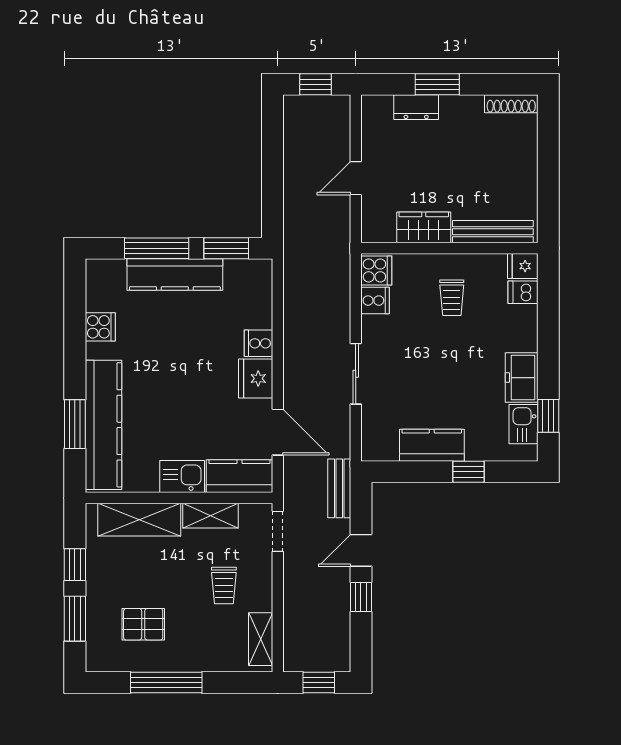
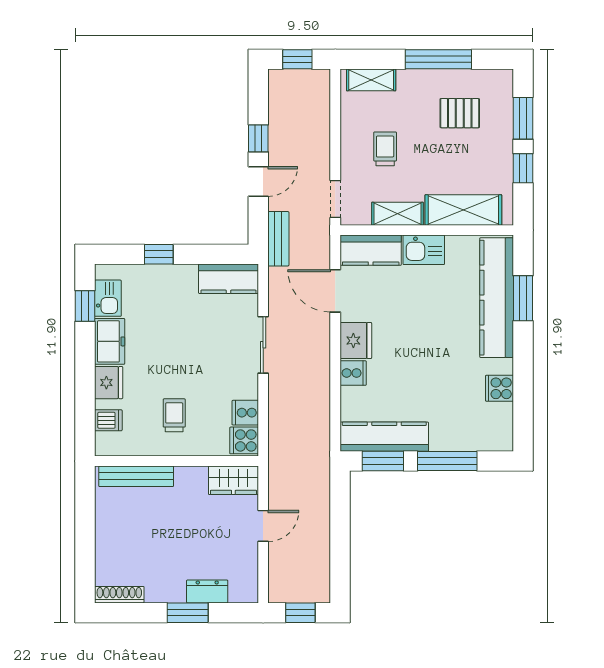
wardrobe: (424, 227) -> (233, 480), moved
fridge: (523, 266) -> (109, 383), moved, width x1.38
kitchen counter: (175, 274) -> (384, 437), moved
kitchen counter: (432, 445) -> (228, 279), moved
shelving: (261, 639) -> (371, 80), moved, turned 90

